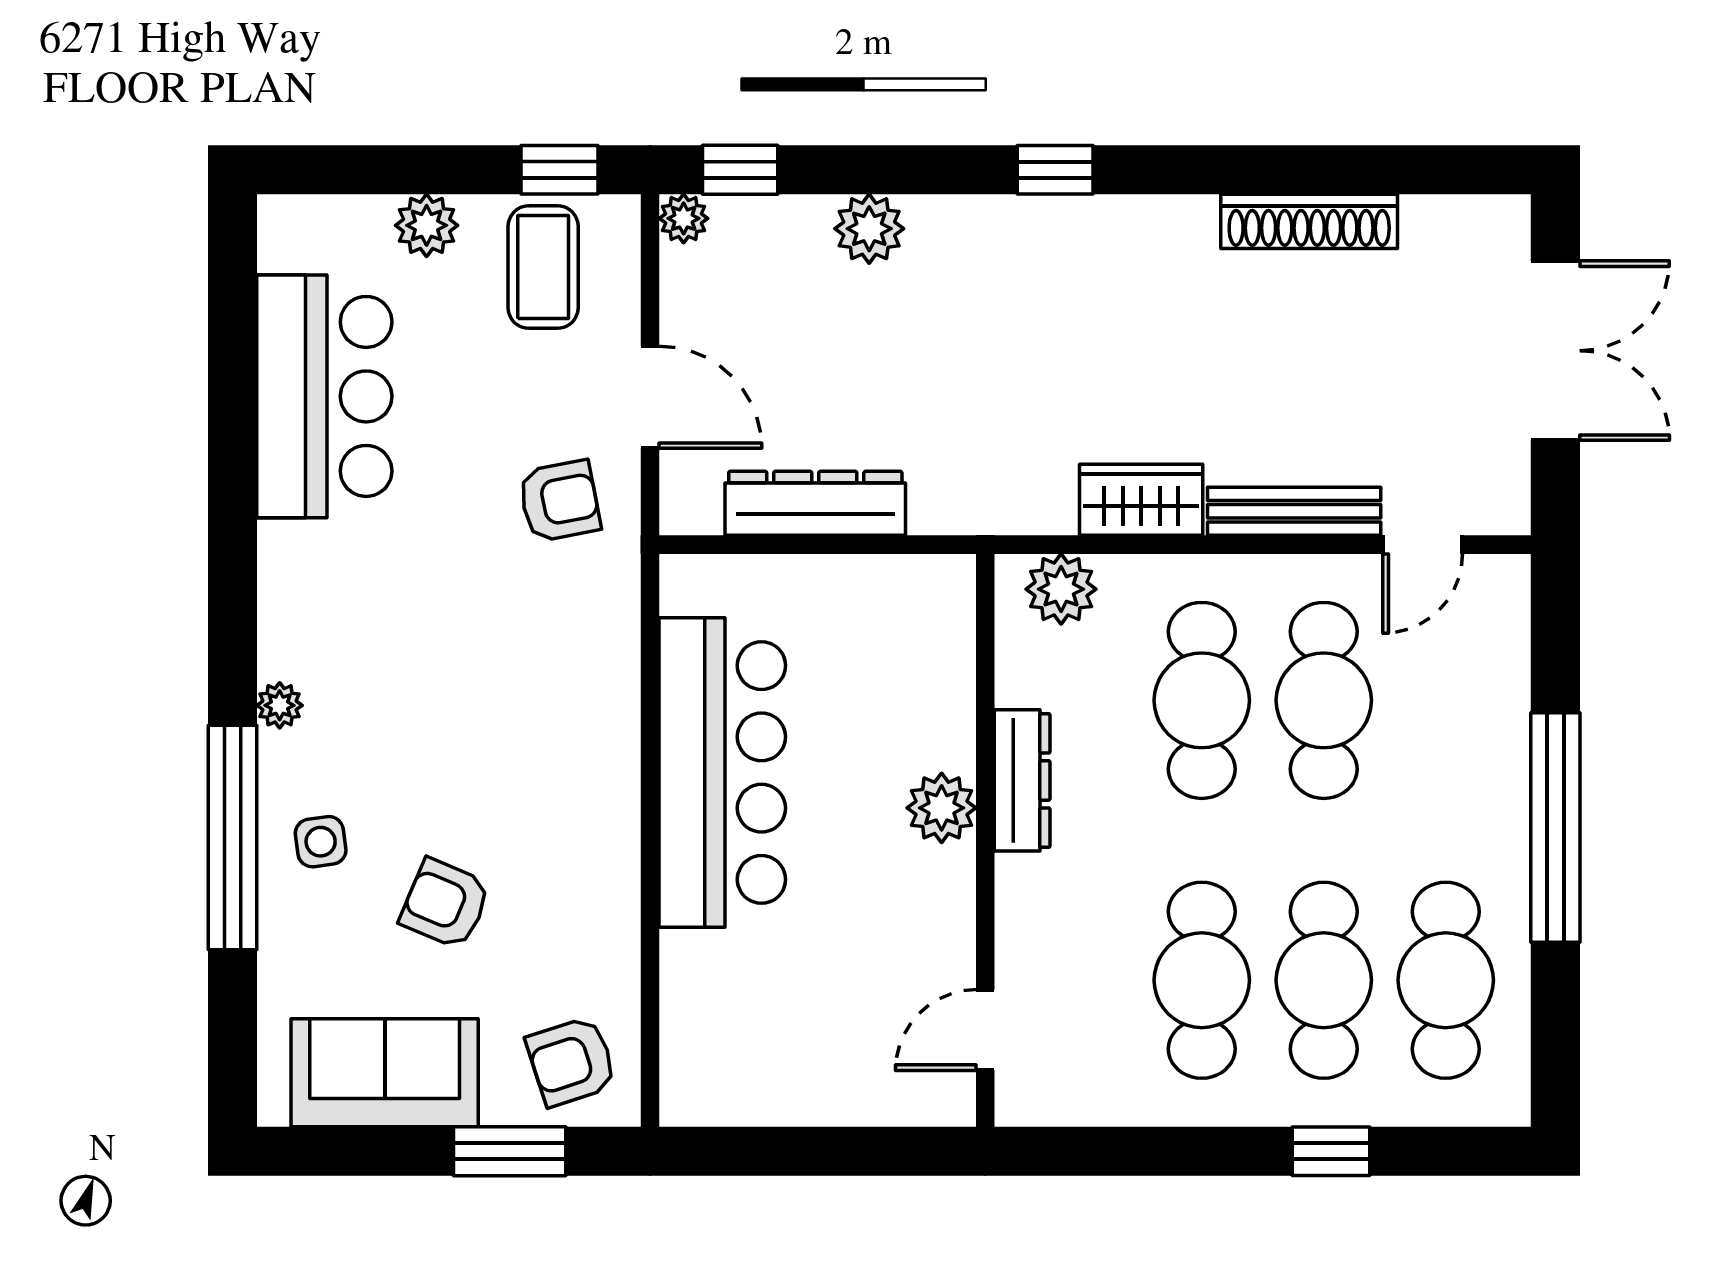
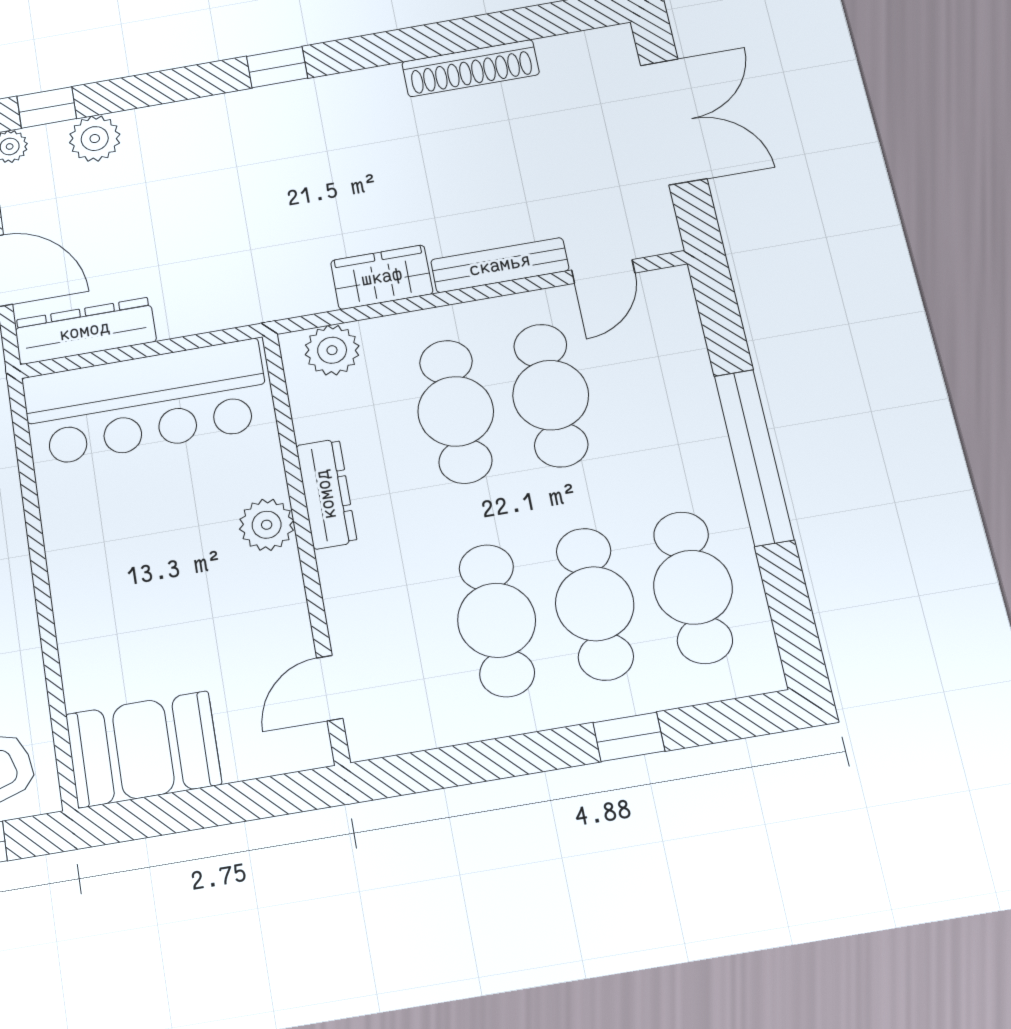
plant: (869, 229) -> (95, 139), moved
dresser: (815, 503) -> (85, 331), moved
bar counter: (722, 773) -> (146, 402), moved, turned 90
booth: (748, 1067) -> (143, 749), added

